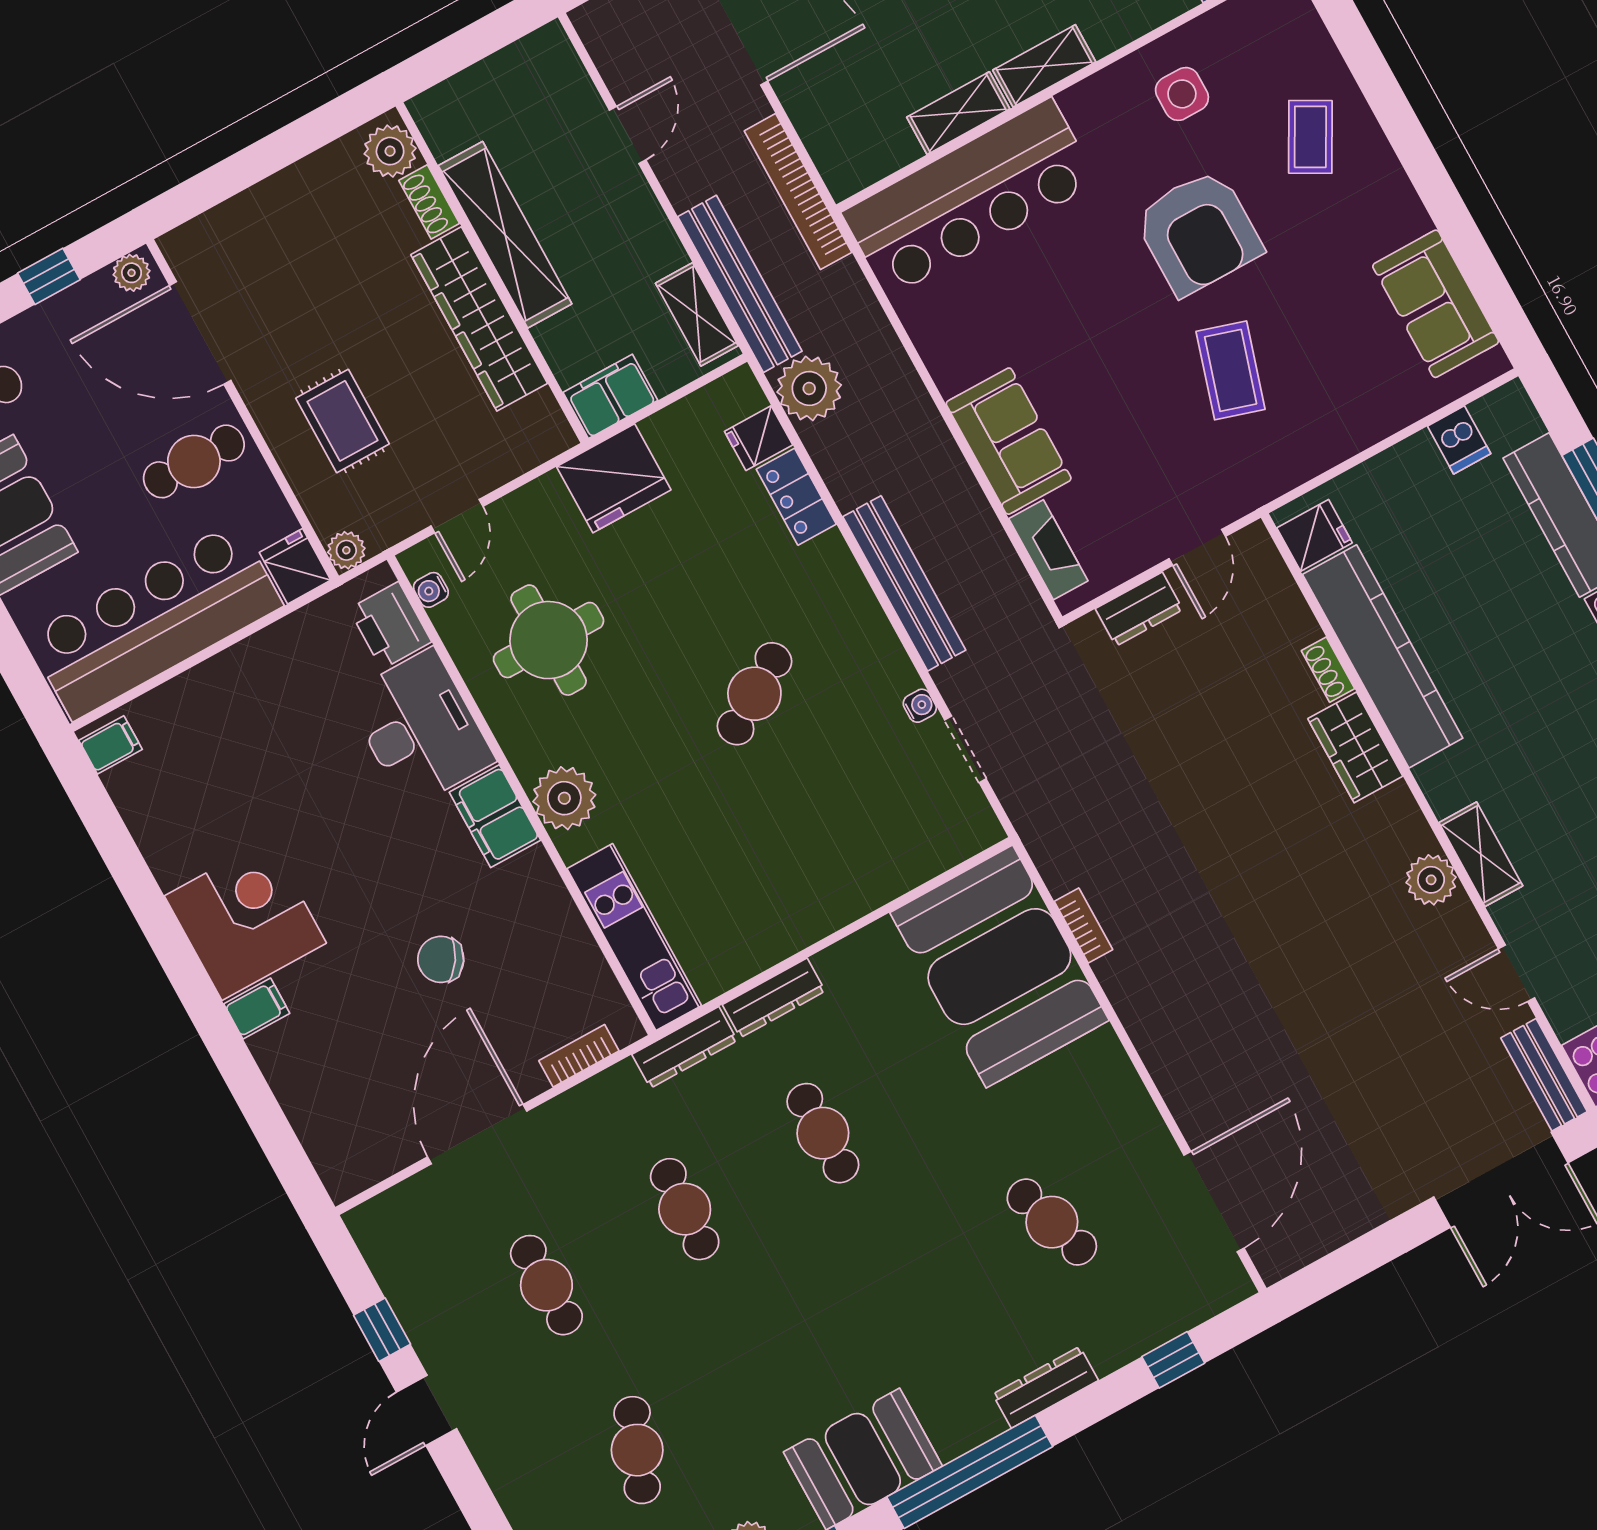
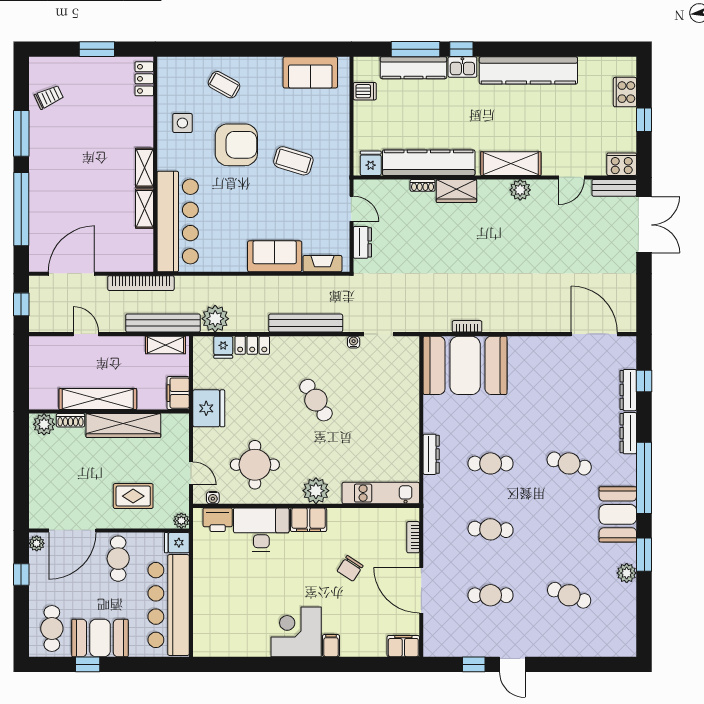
filing cabinet: (111, 745) -> (403, 646), moved, width x2.00
shelving: (1481, 854) -> (511, 164), width x1.50, depth x1.33
dresser: (685, 1047) -> (628, 390), moved, turned 180
cafe table: (1052, 1222) -> (569, 463), moved, turned 33

